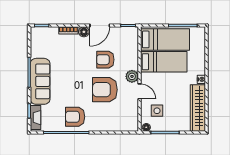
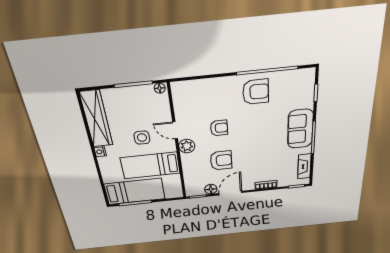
floor lamp: (84, 32) -> (211, 189), moved
bed: (165, 39) -> (135, 192), moved, turned 180
sofa: (40, 81) -> (300, 129), width x0.73
armchair: (105, 90) -> (219, 128), width x0.53, depth x0.53
side table: (157, 111) -> (142, 138), moved
fireplace: (35, 118) -> (304, 166), moved

